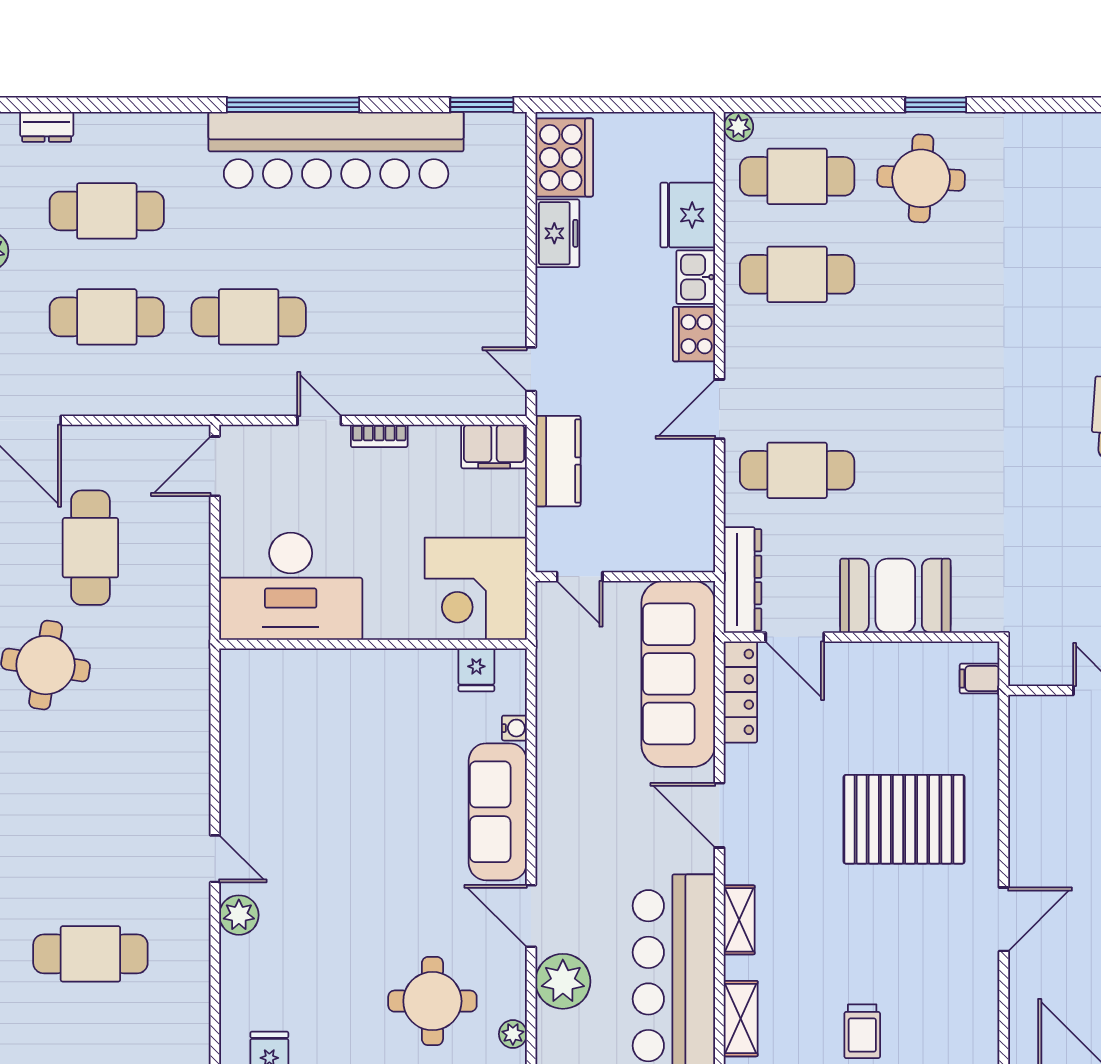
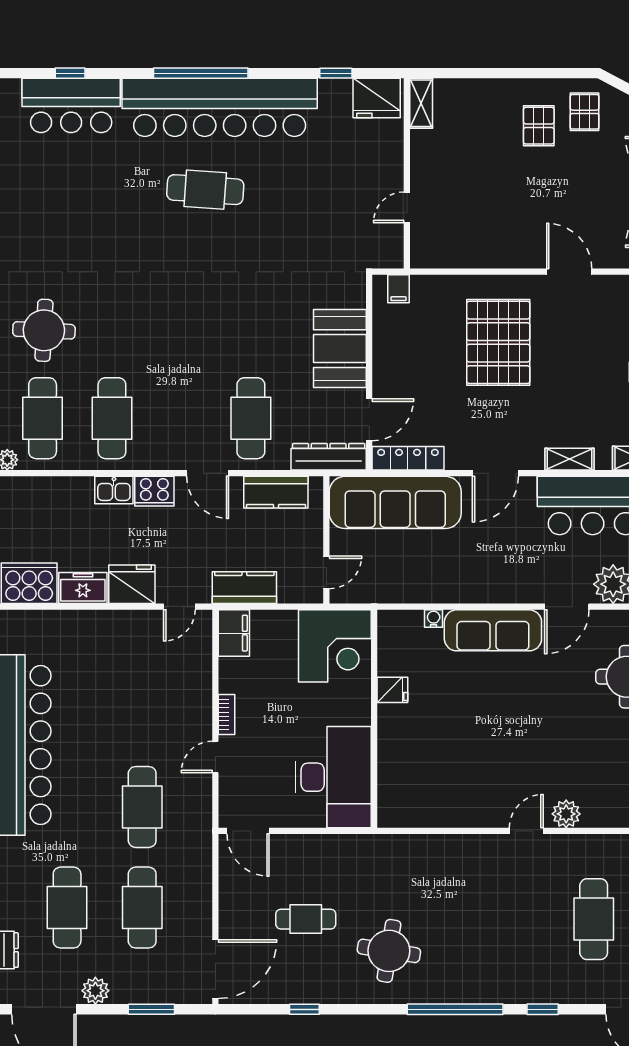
fridge: (688, 215) -> (132, 584), moved, turned 180
kitchen counter: (693, 506) -> (276, 492), added
cafe table: (90, 548) -> (306, 919), width x0.73, depth x0.74
fridge: (476, 670) -> (392, 690), moved

